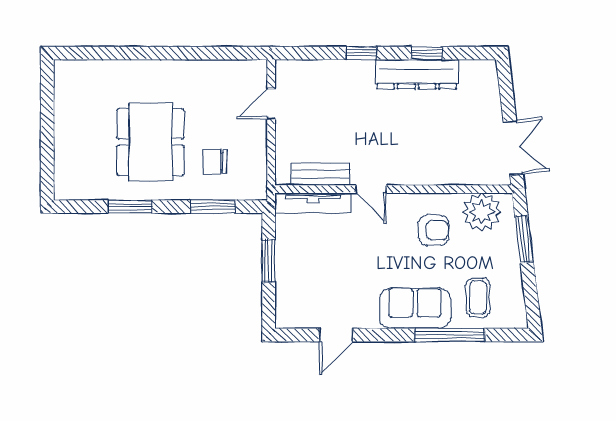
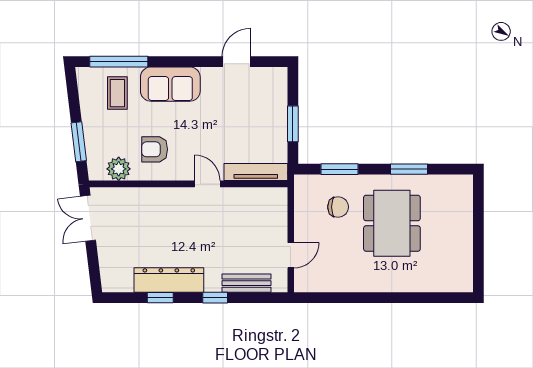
bench: (321, 174) -> (246, 283), moved
plant: (482, 212) -> (119, 169), width x0.73, depth x0.73
window: (450, 335) -> (119, 62), moved

